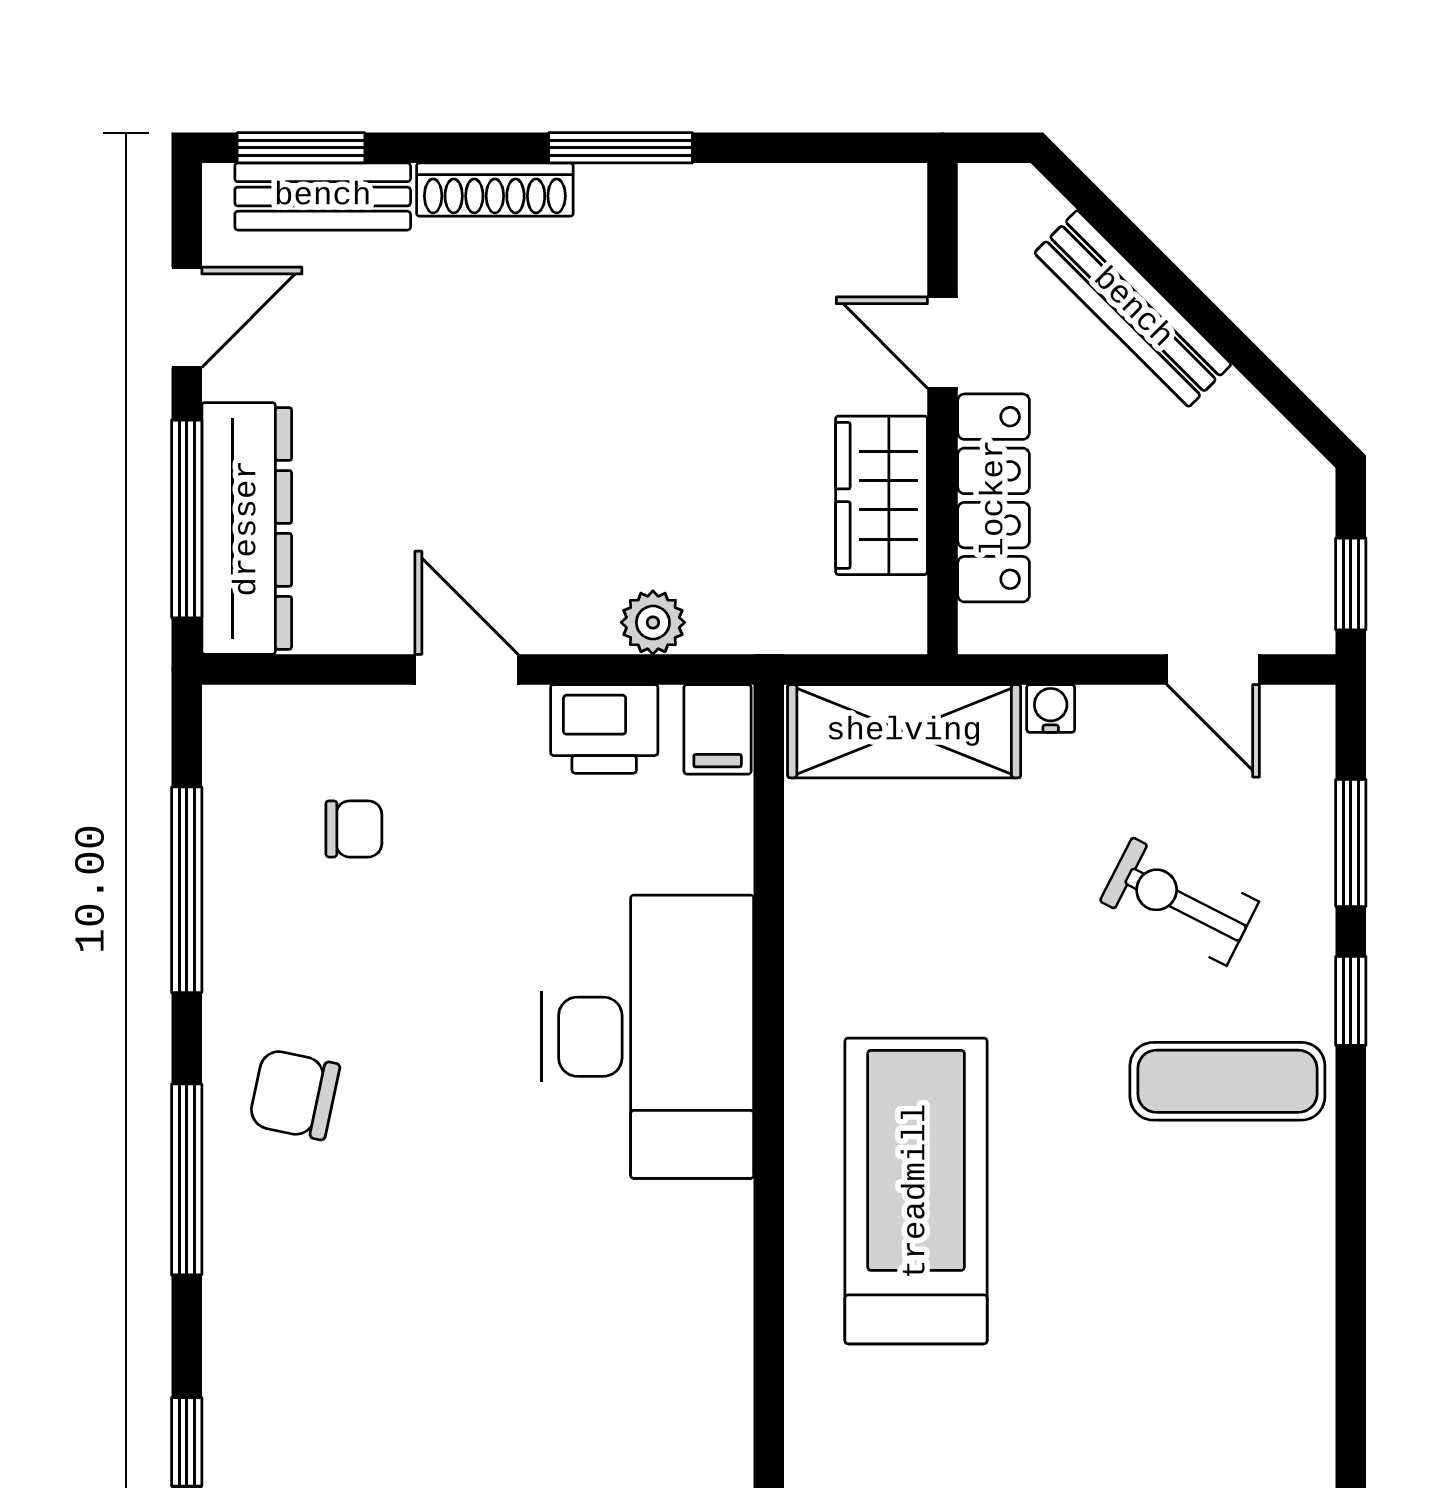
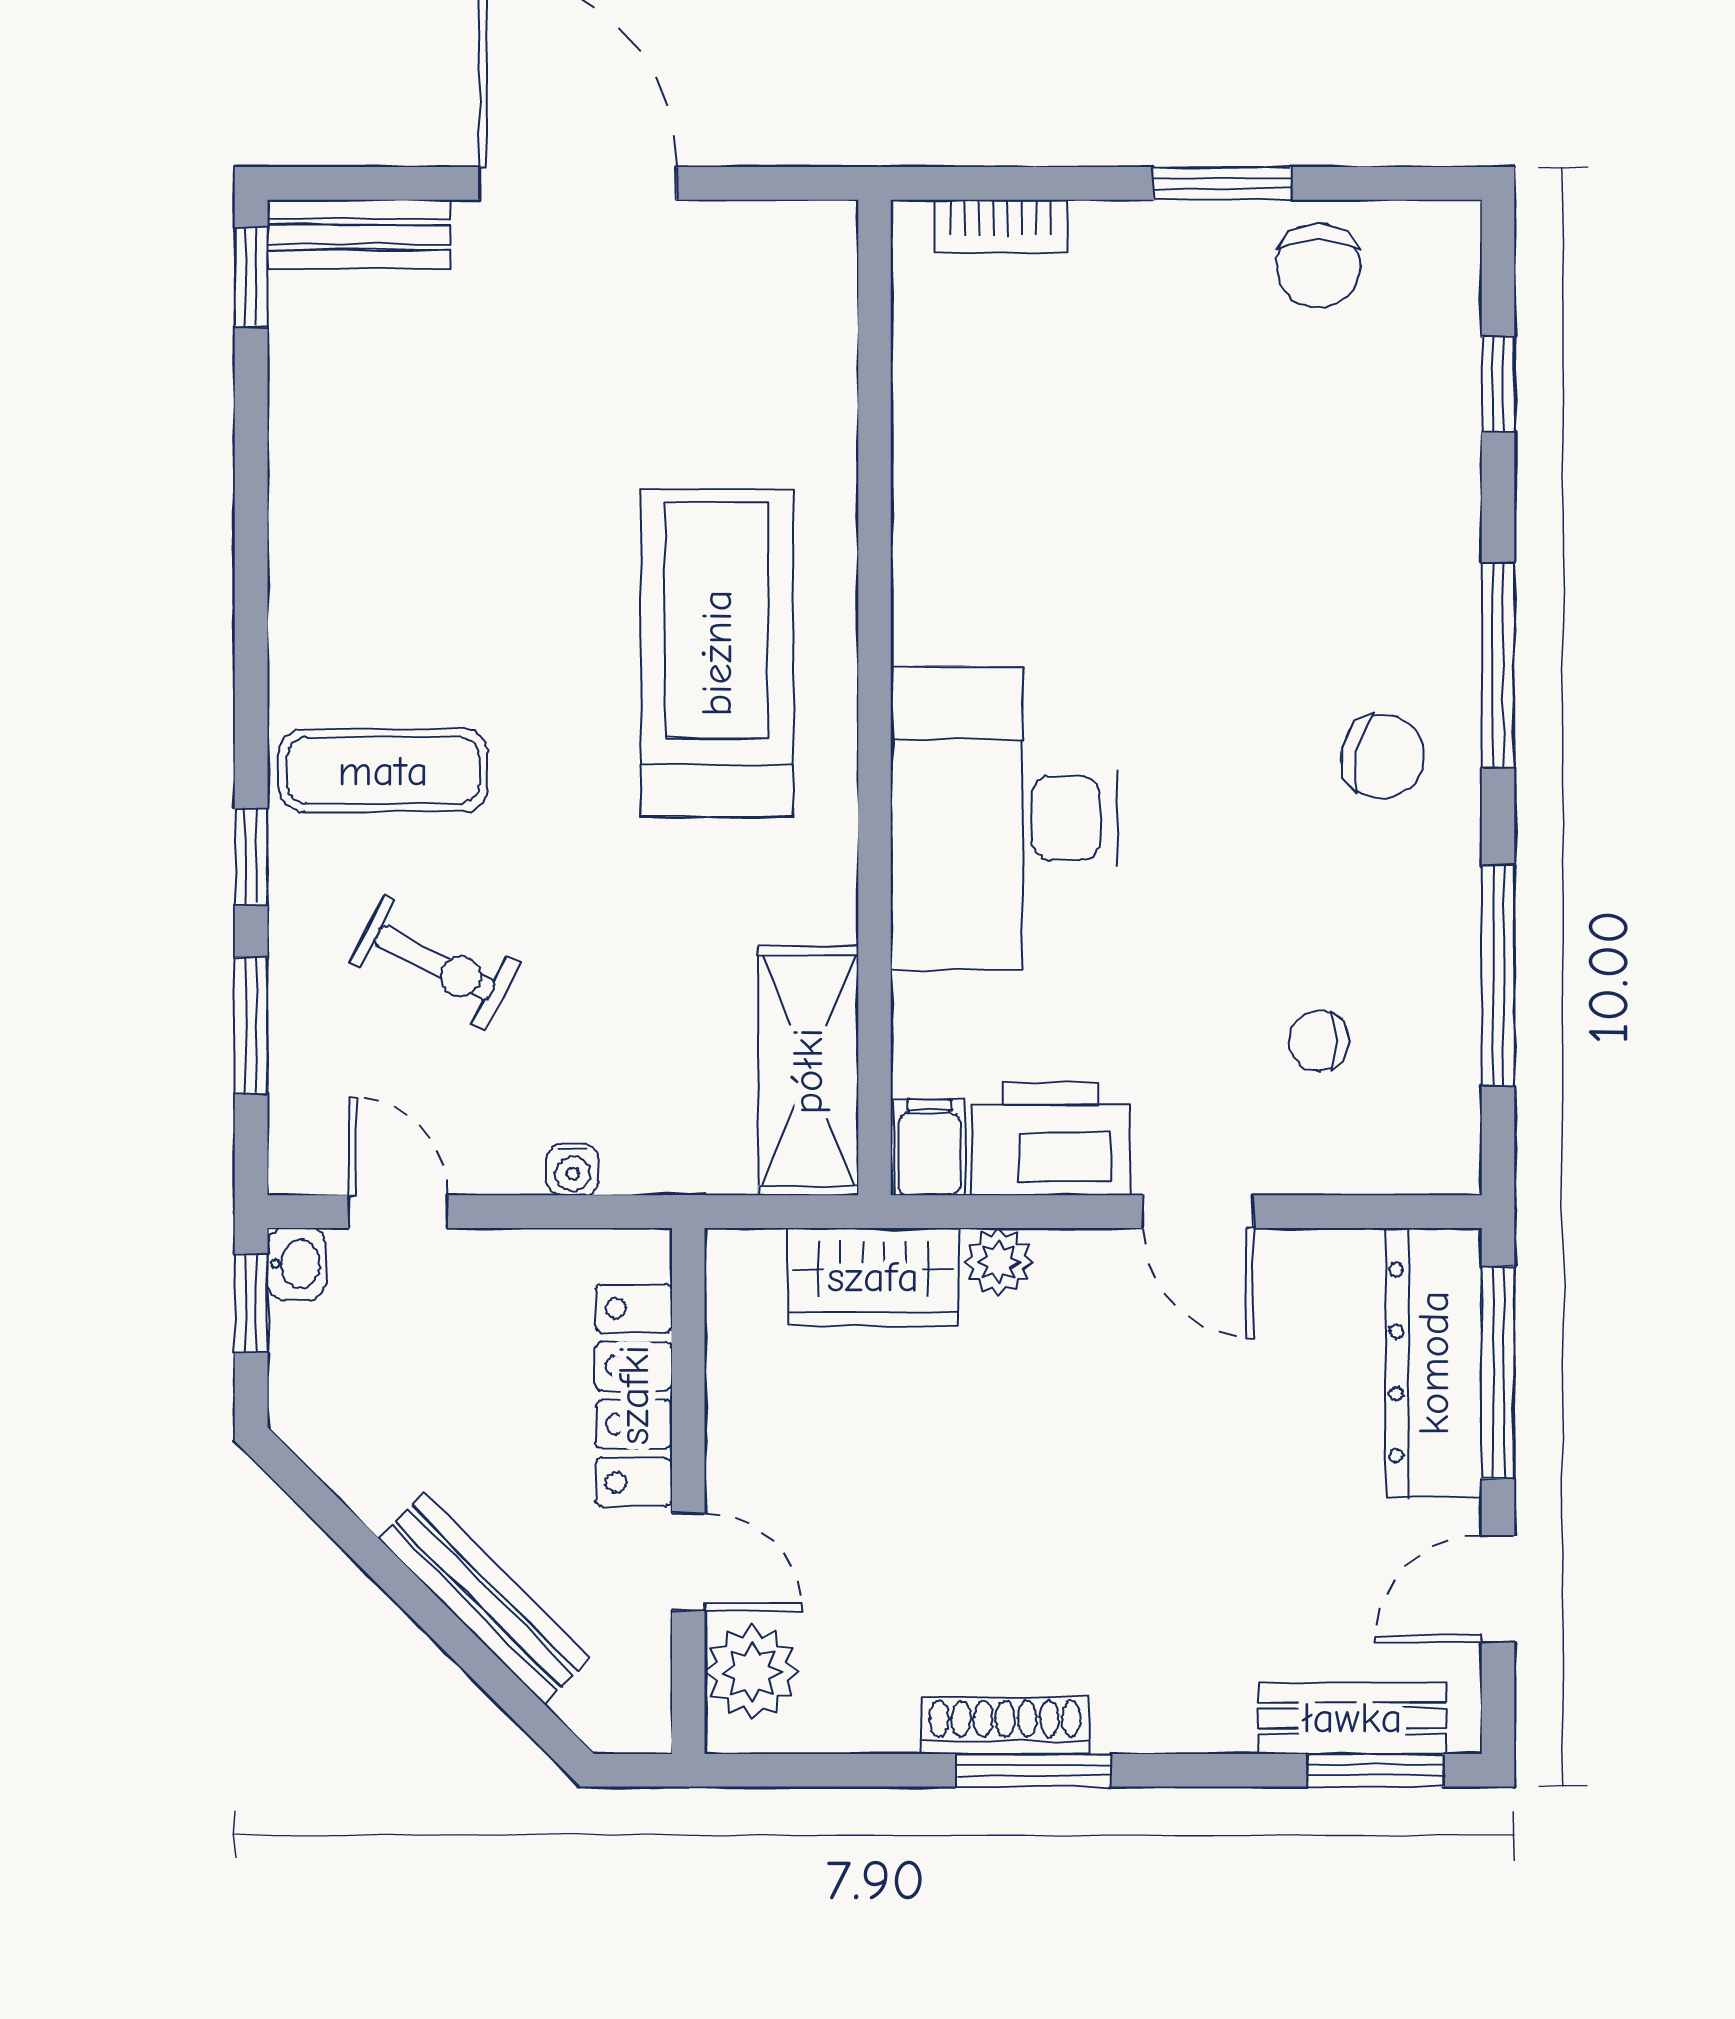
shoe rack: (495, 190) -> (1005, 1726), moved
plant: (883, 240) -> (752, 1672), added
wardrobe: (881, 495) -> (873, 1277), moved, turned 90
washbasin: (1308, 621) -> (296, 1264), added
printer: (604, 729) -> (1051, 1139), width x1.37, depth x1.19
shelving: (904, 731) -> (808, 1071), moved, turned 90
treadmill: (916, 1191) -> (717, 653), turned 180

